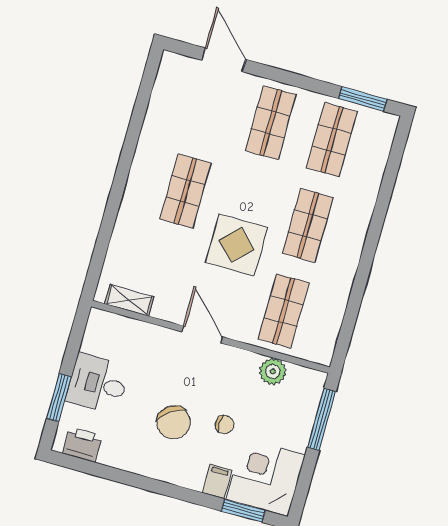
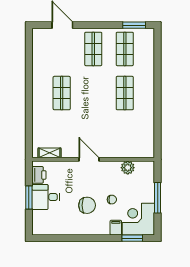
display table: (236, 245) -> (93, 112), removed
shop shelf: (284, 311) -> (125, 137), removed
window: (59, 398) -> (29, 197), moved
window: (322, 419) -> (158, 198), moved
chair: (174, 422) -> (87, 205), turned -54
printer: (82, 445) -> (39, 175), moved, turned 90

